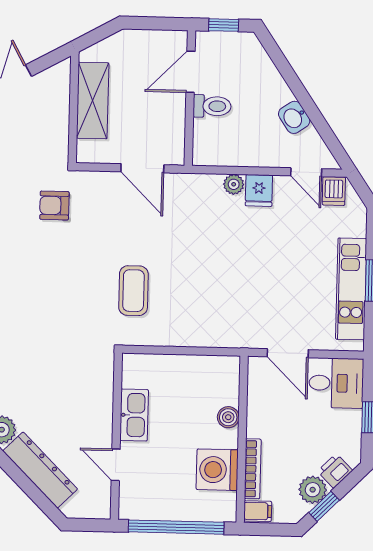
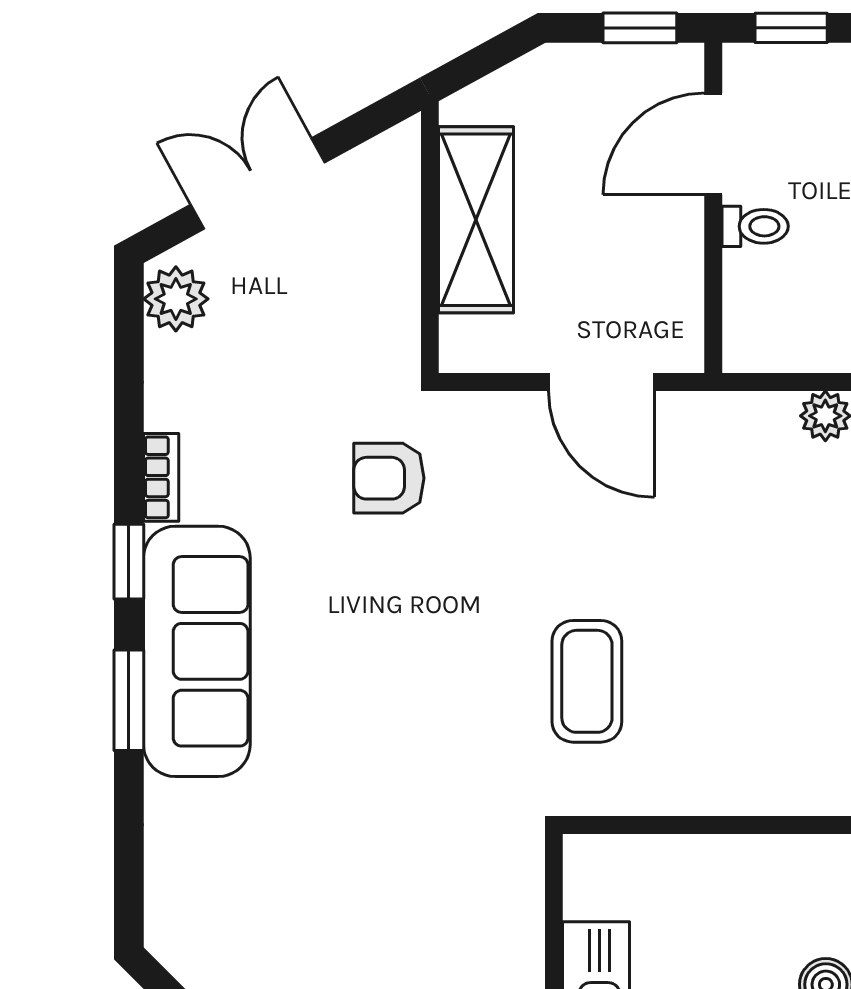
window: (162, 24) -> (640, 28), added
toilet: (212, 106) -> (755, 226), width x0.73, depth x0.72

